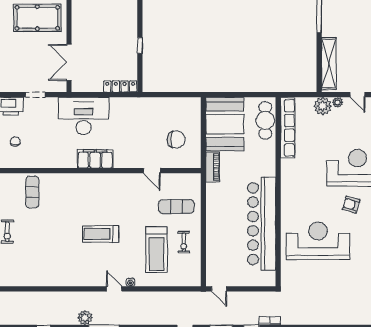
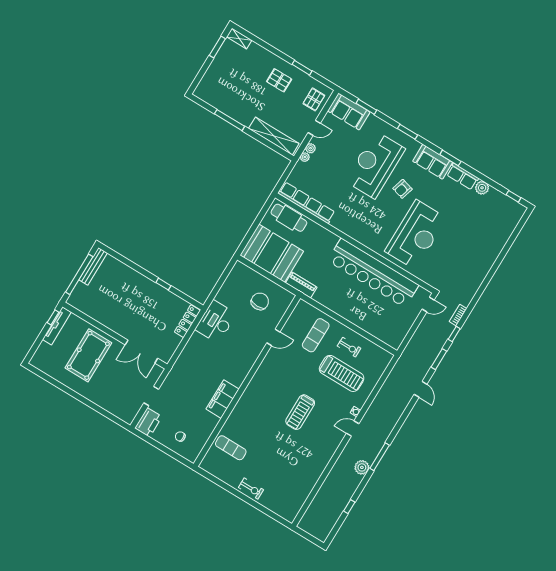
plant: (323, 106) -> (305, 157), width x0.53, depth x0.53
desk: (84, 116) -> (216, 322), moved, width x0.73, depth x0.77
filing cabinet: (95, 159) -> (223, 399), moved
reception desk: (318, 241) -> (416, 235), turned 180
door: (219, 289) -> (428, 305), moved

